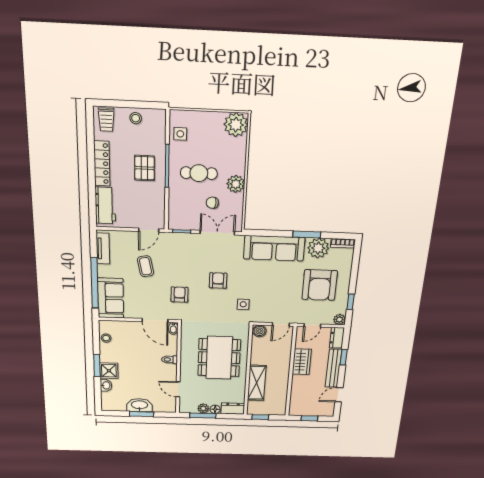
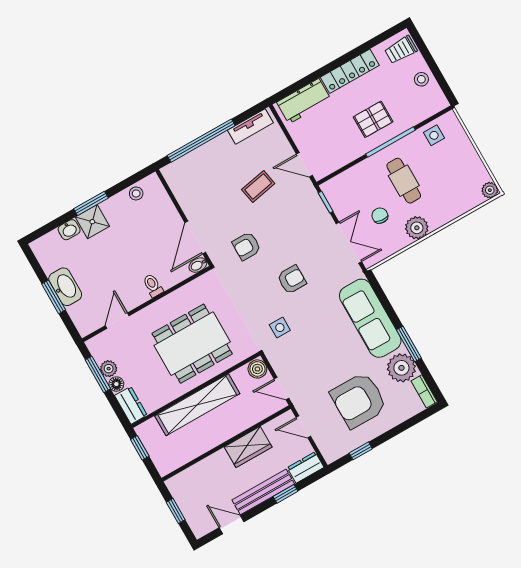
plant: (236, 125) -> (490, 190), width x0.53, depth x0.53
armchair: (180, 295) -> (247, 246), turned 180
sofa: (111, 298) -> (193, 169), removed
plant: (339, 319) -> (331, 454), removed
shelving: (257, 383) -> (197, 405), width x1.47

